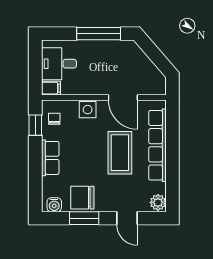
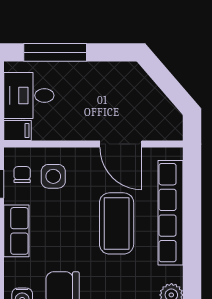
window: (99, 34) -> (55, 52), moved
side table: (88, 110) -> (53, 176), moved

